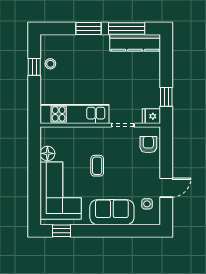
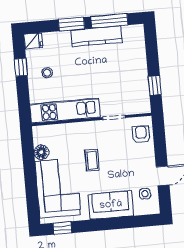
kitchen counter: (135, 43) -> (96, 36), moved
stool: (50, 64) -> (47, 73), moved
fridge: (151, 116) -> (33, 41), moved, turned 180

